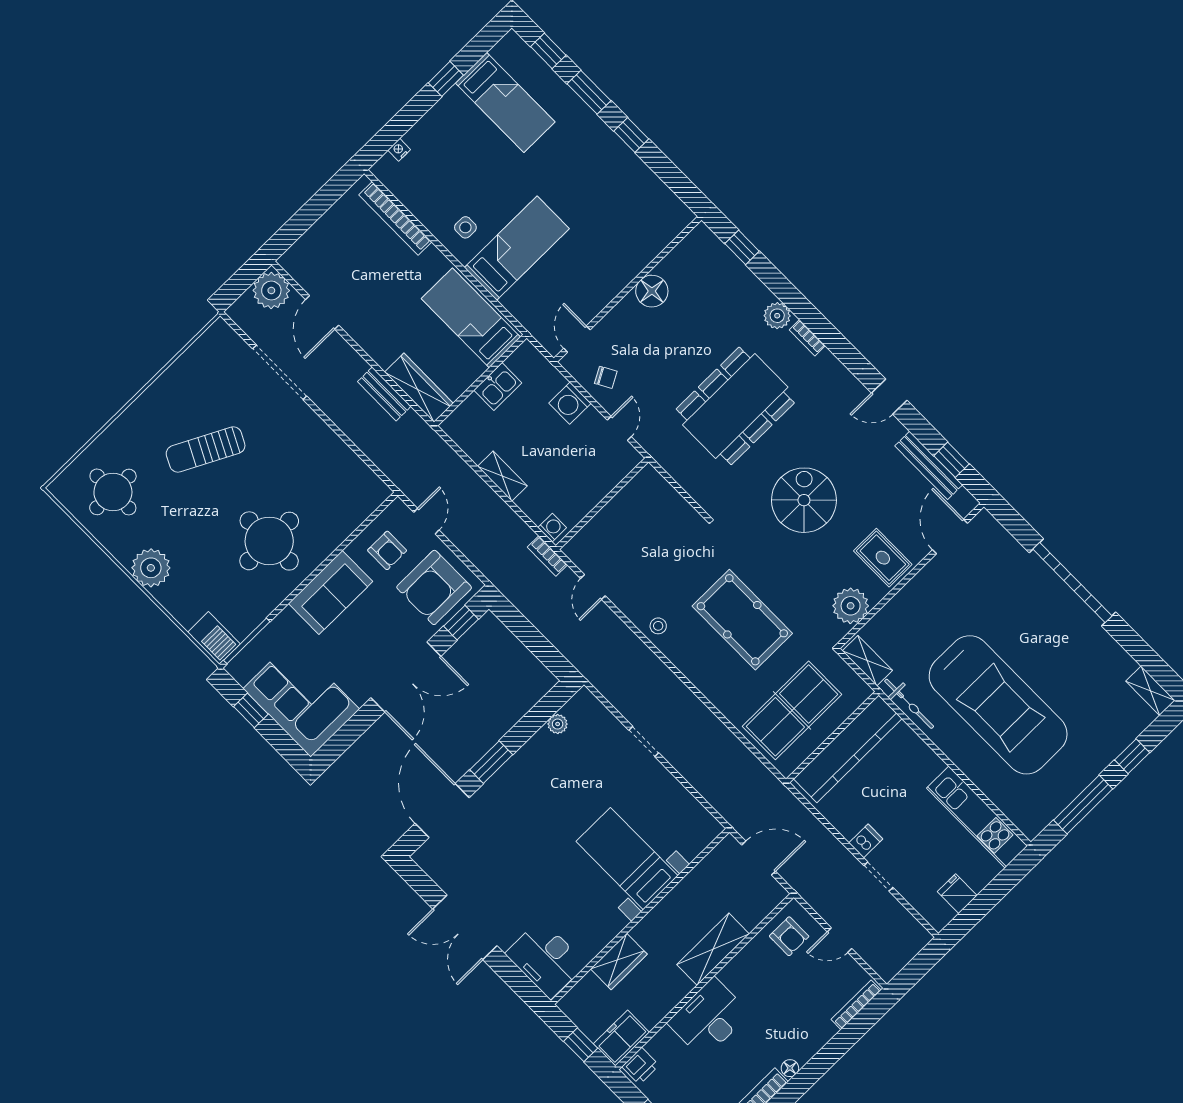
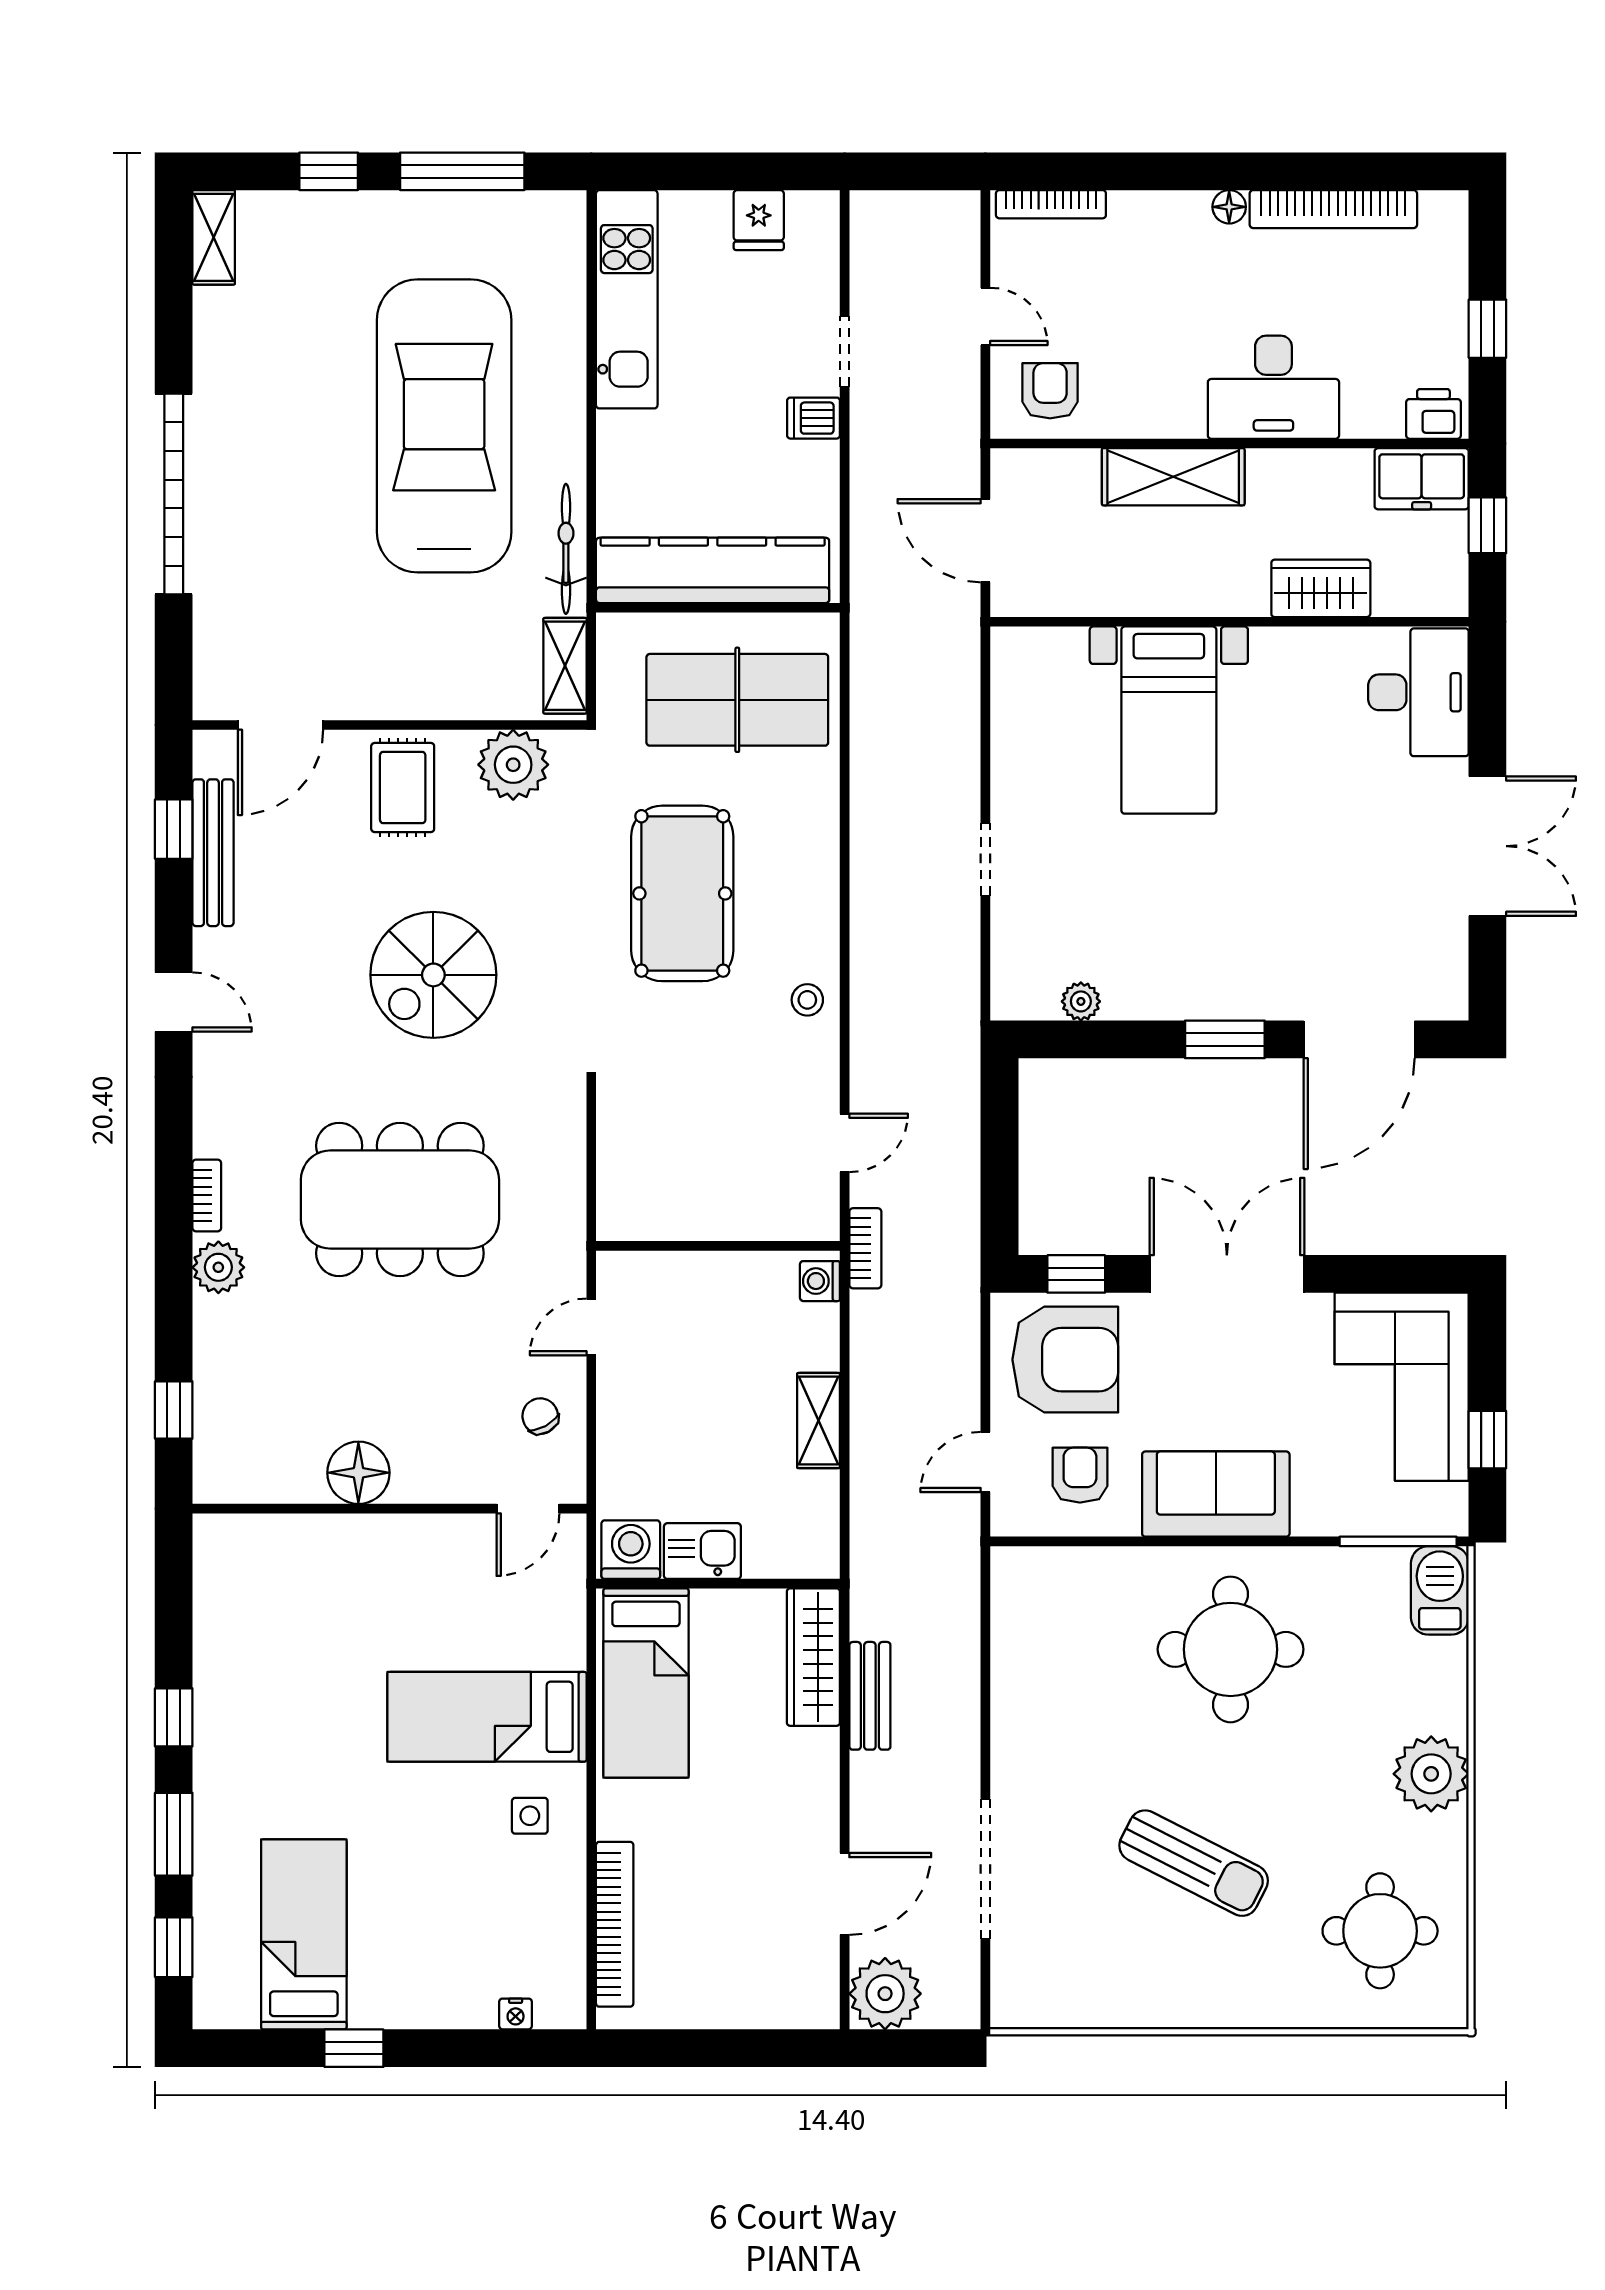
washing machine: (570, 403) -> (631, 1550), moved, turned -90

